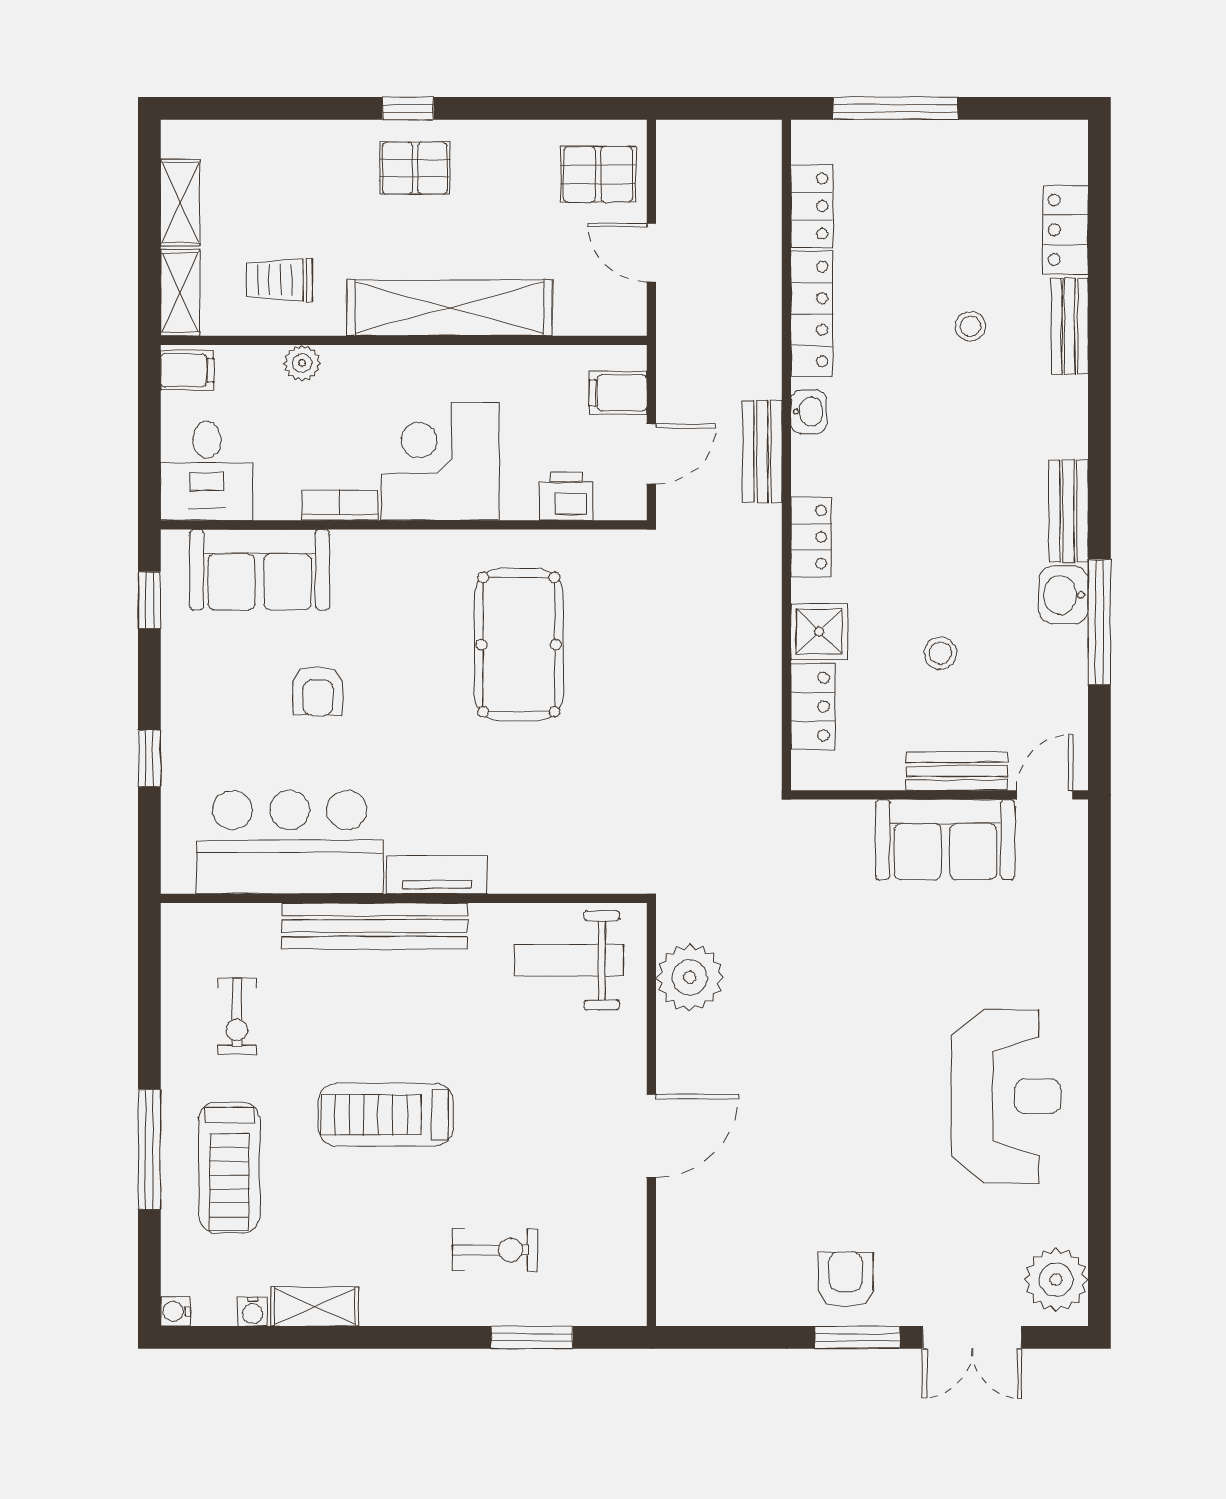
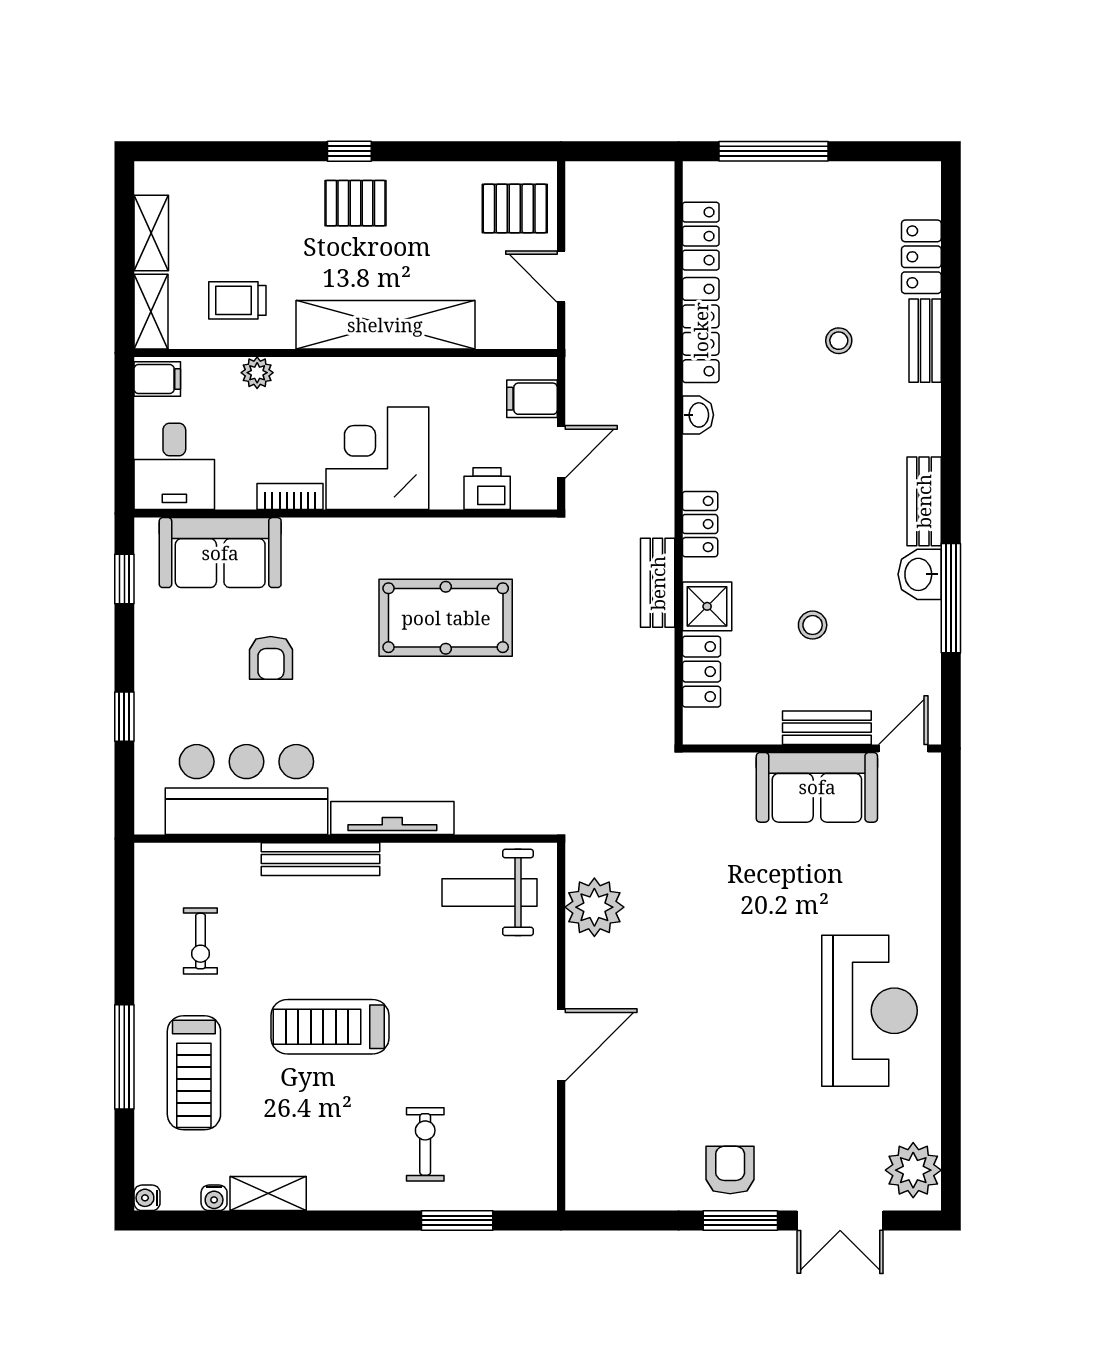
bench: (762, 451) -> (658, 583), moved
pool table: (519, 645) -> (446, 618), turned 90
tv unit: (437, 875) -> (392, 818), width x1.41
bench: (375, 926) -> (320, 859), width x0.73, depth x0.82
exercise bike: (495, 1250) -> (425, 1144), turned -90

